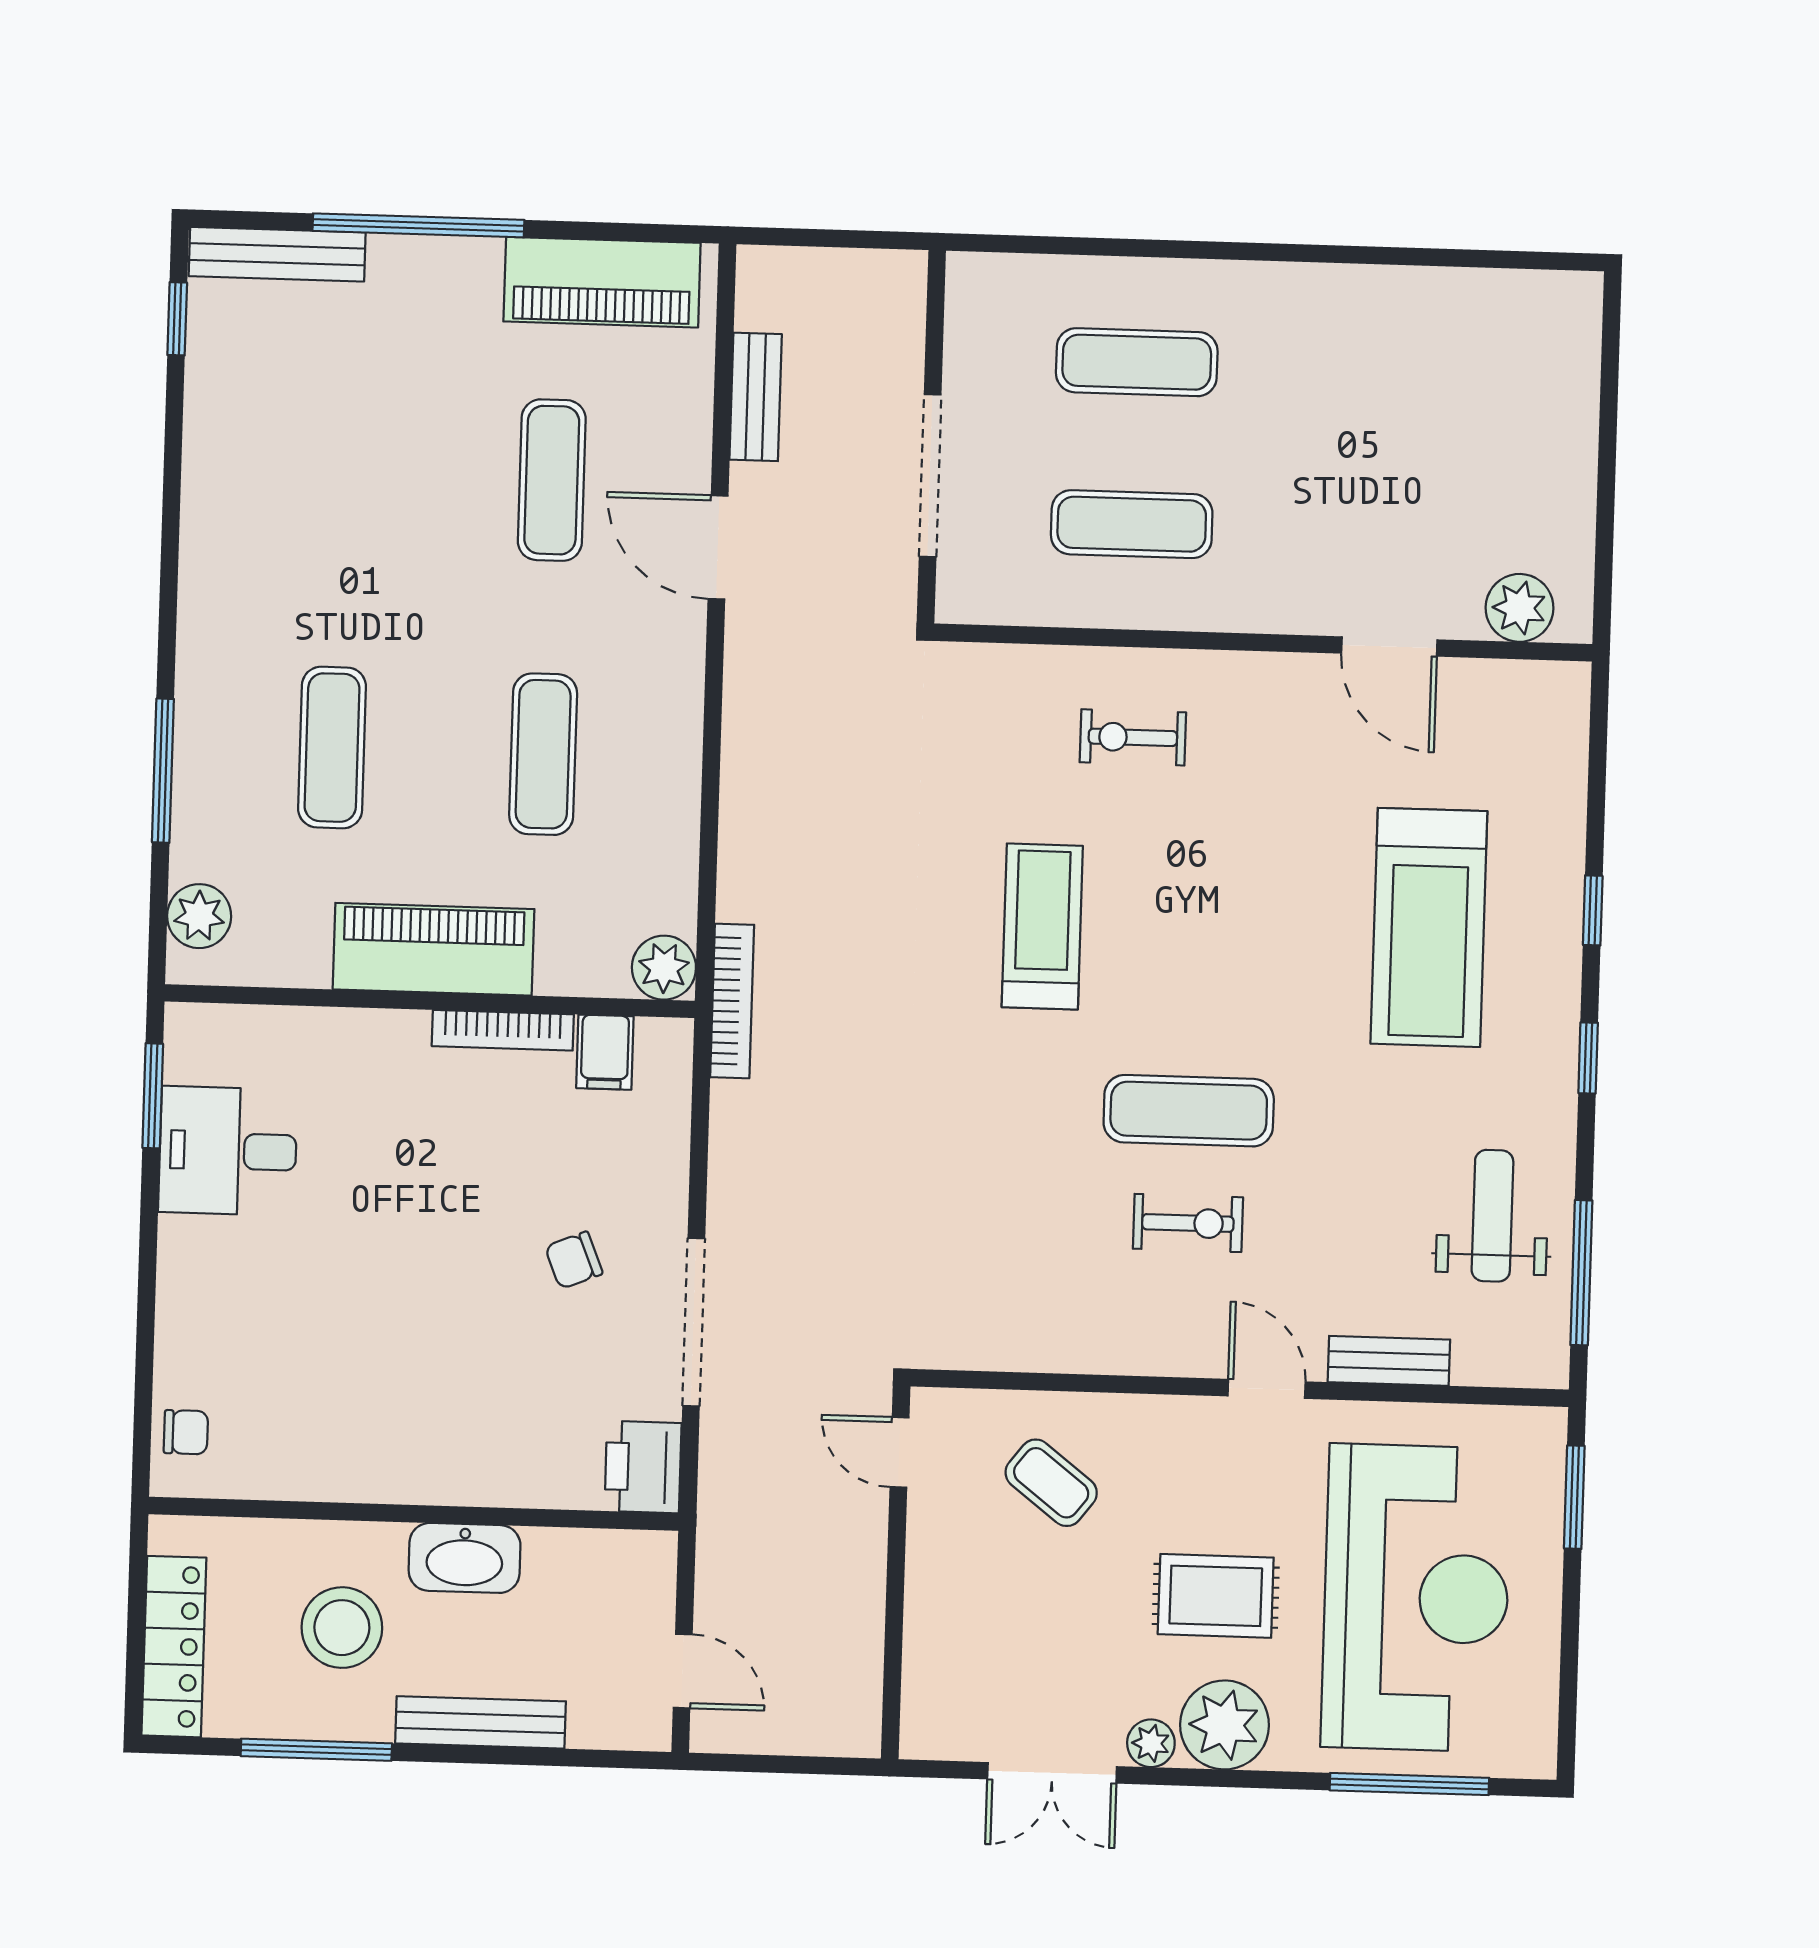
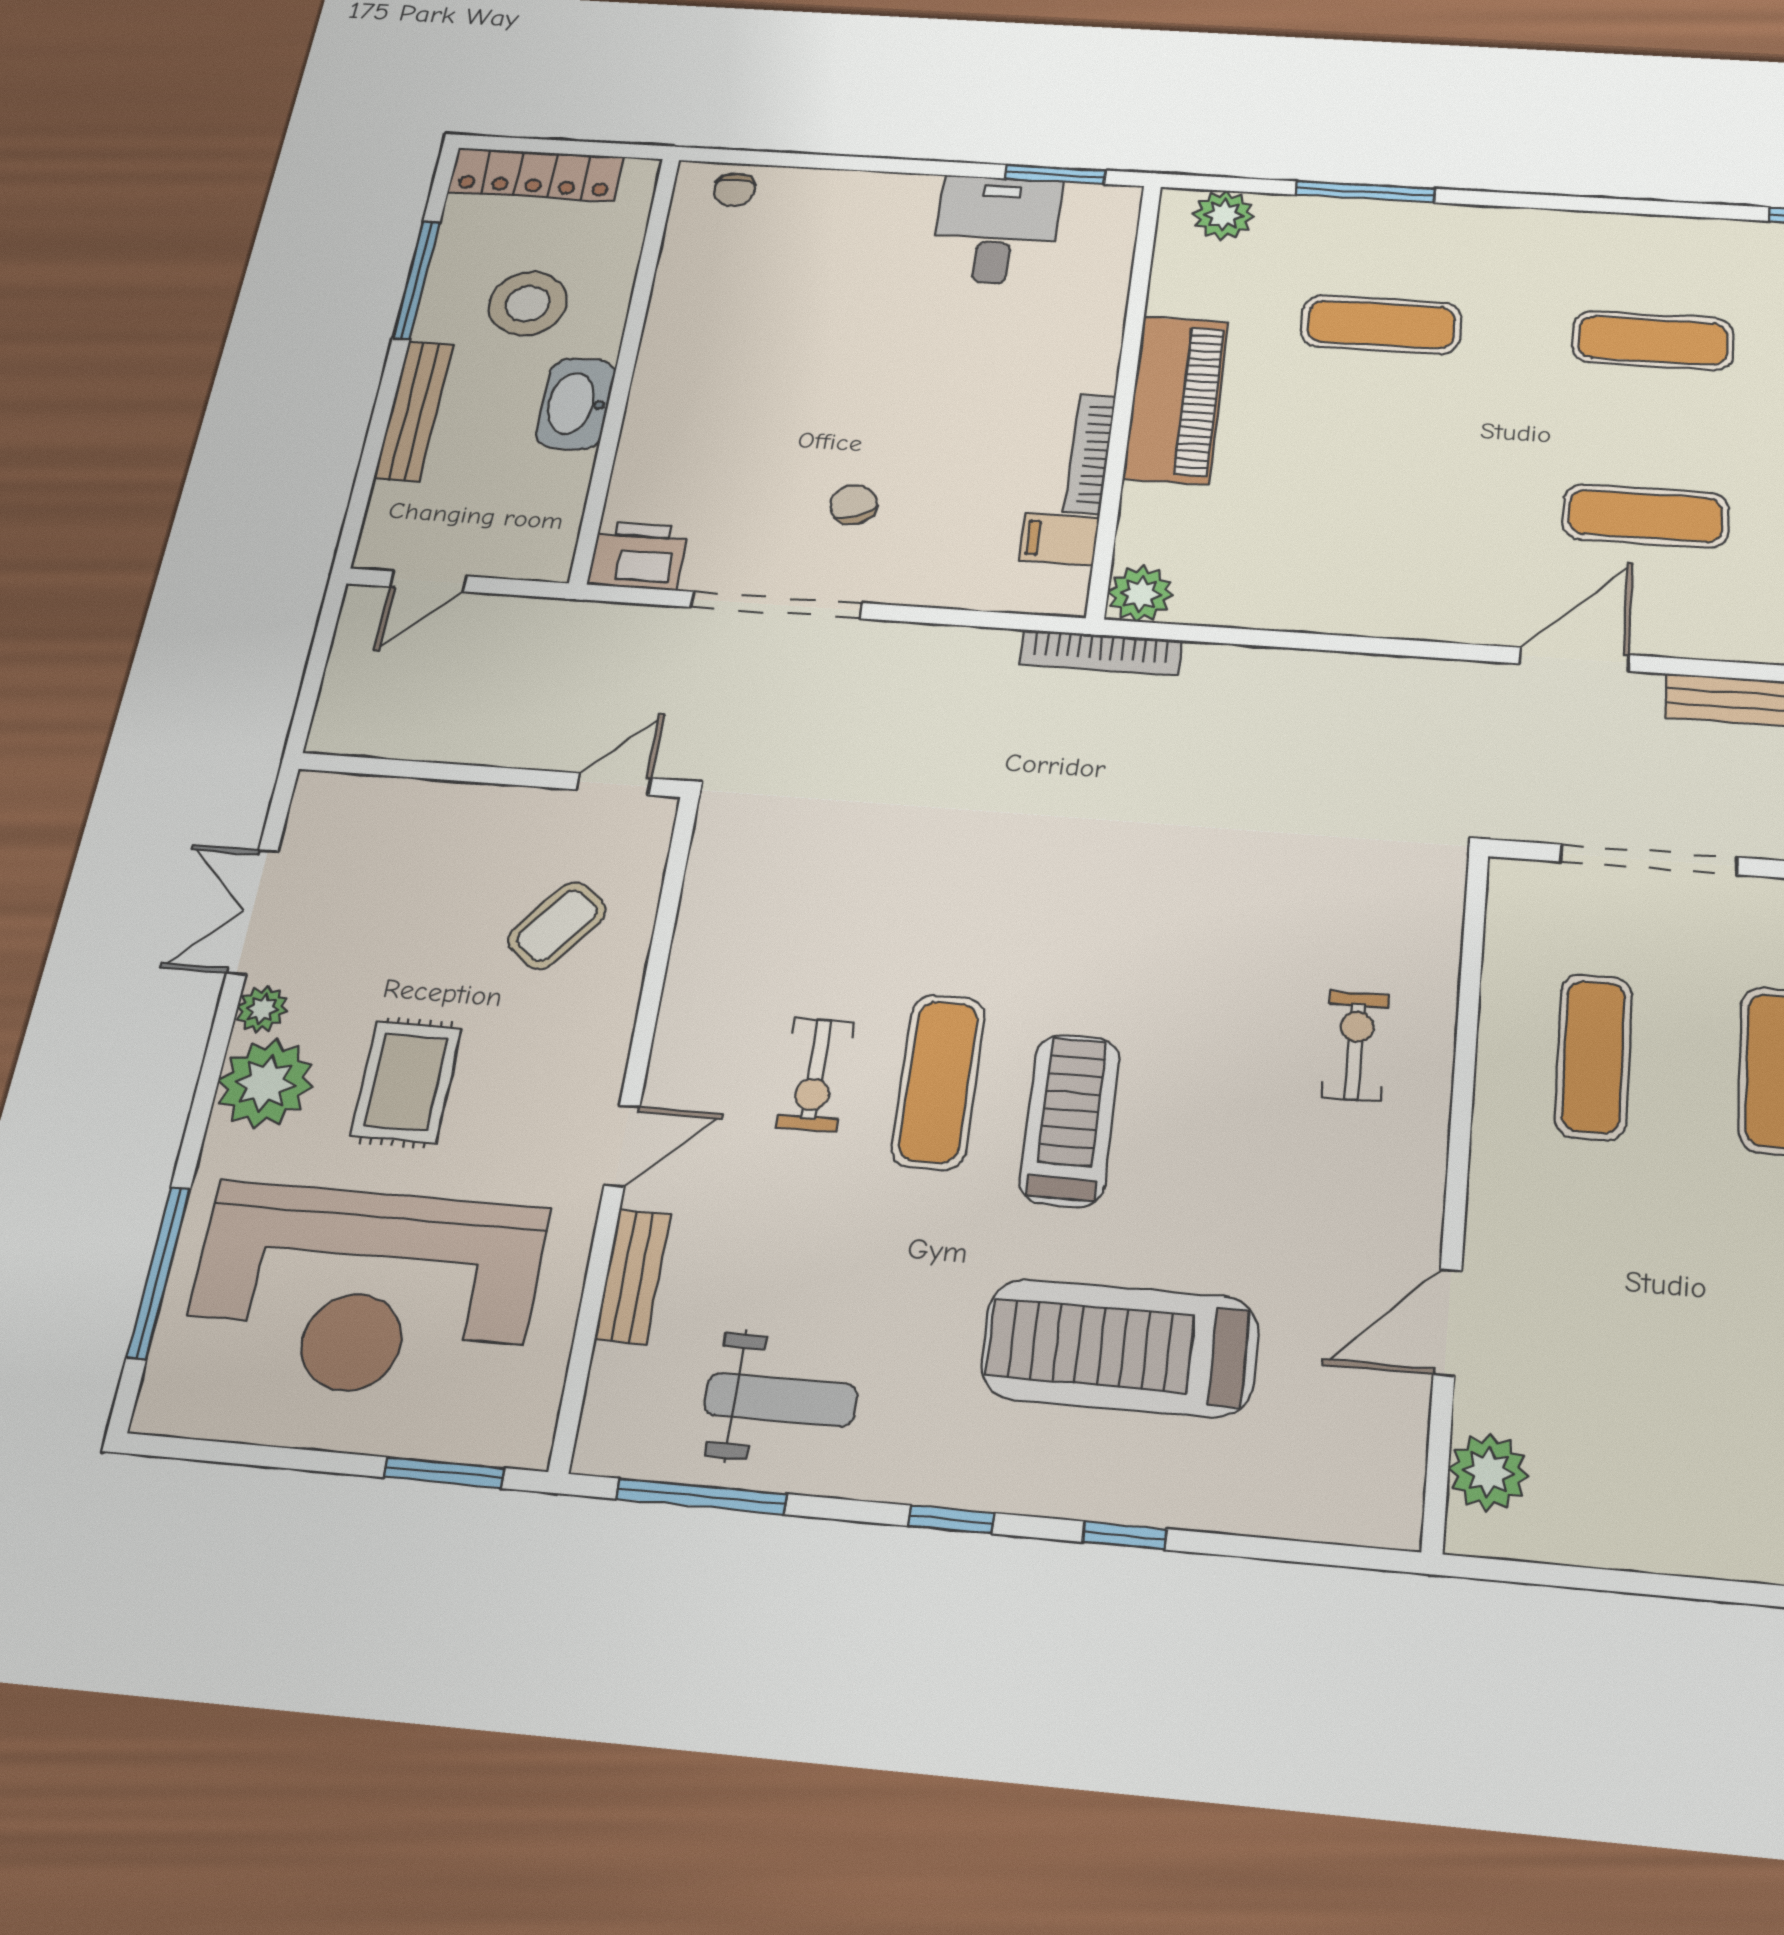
exercise mat: (543, 754) -> (1653, 341), moved
treadmill: (1042, 927) -> (1070, 1120), moved, turned -90

